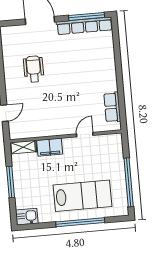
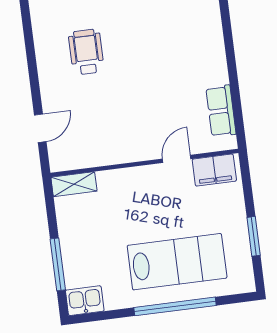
filing cabinet: (50, 147) -> (214, 170), moved
window: (11, 182) -> (58, 264), moved
window: (129, 182) -> (254, 236), width x0.47

